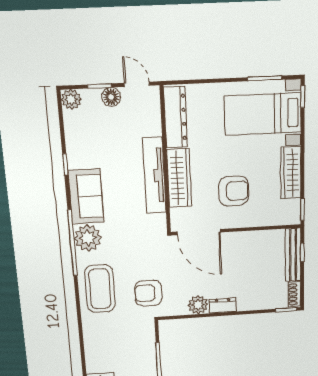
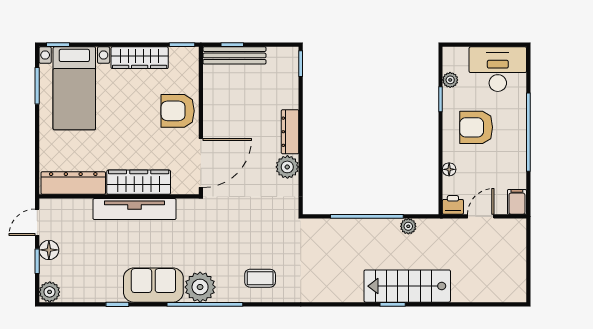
armchair: (234, 191) -> (178, 111), moved, turned -90
coffee table: (100, 289) -> (260, 278), width x0.54, depth x0.58
armchair: (148, 293) -> (269, 224), removed
shoe rack: (294, 294) -> (282, 54), removed
dresser: (223, 305) -> (290, 132), width x1.44

